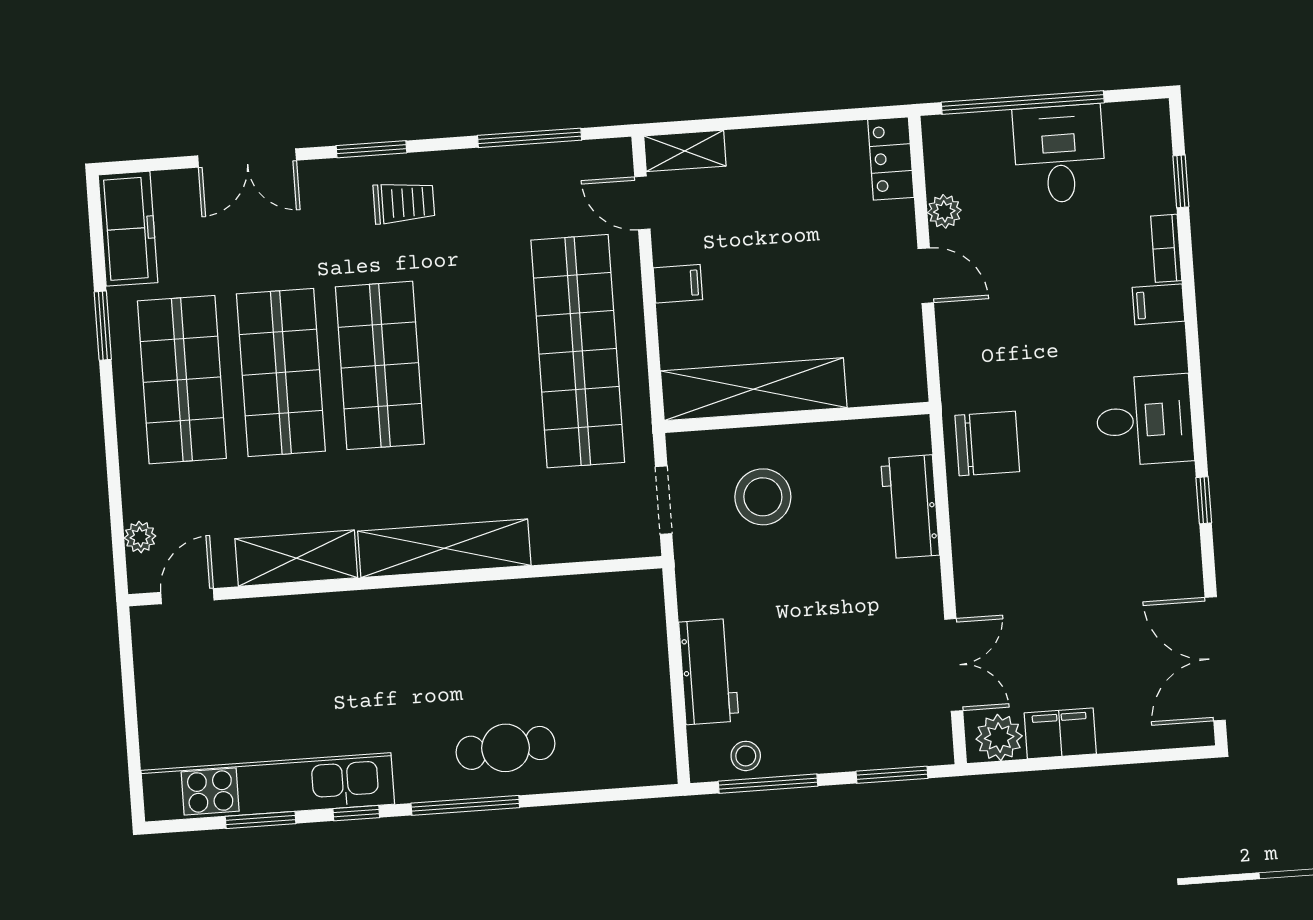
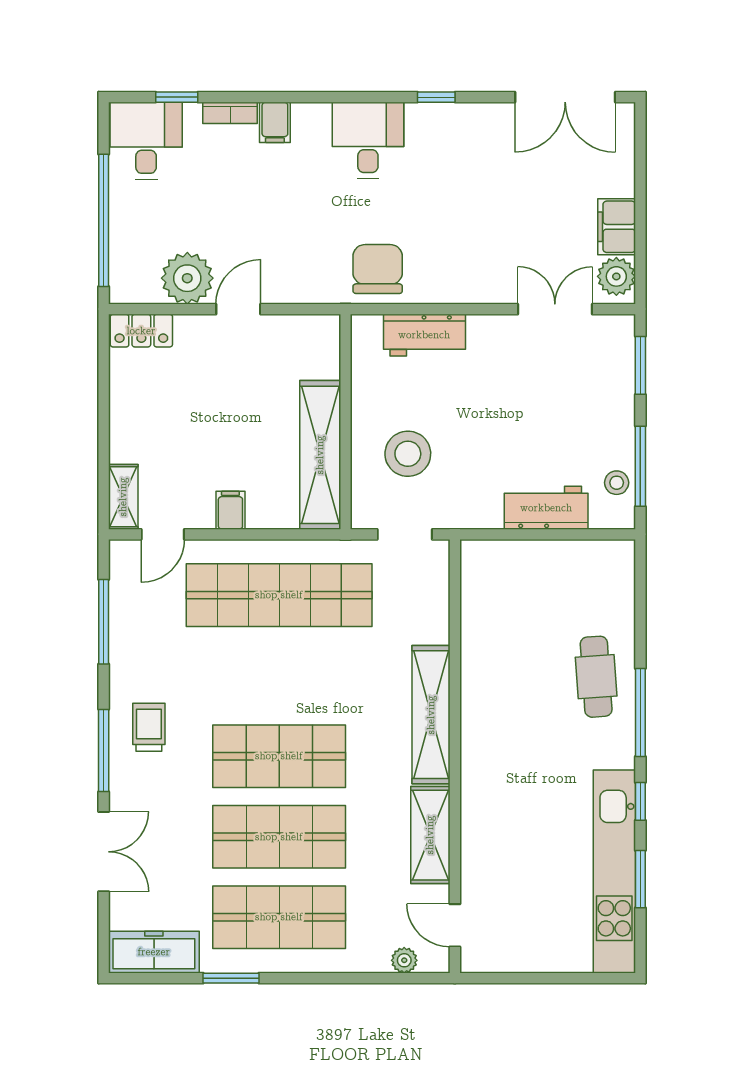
window: (371, 149) -> (104, 750), width x1.44
desk: (1059, 154) -> (146, 141), moved, turned 90
plant: (944, 211) -> (187, 278), width x1.87, depth x1.87

